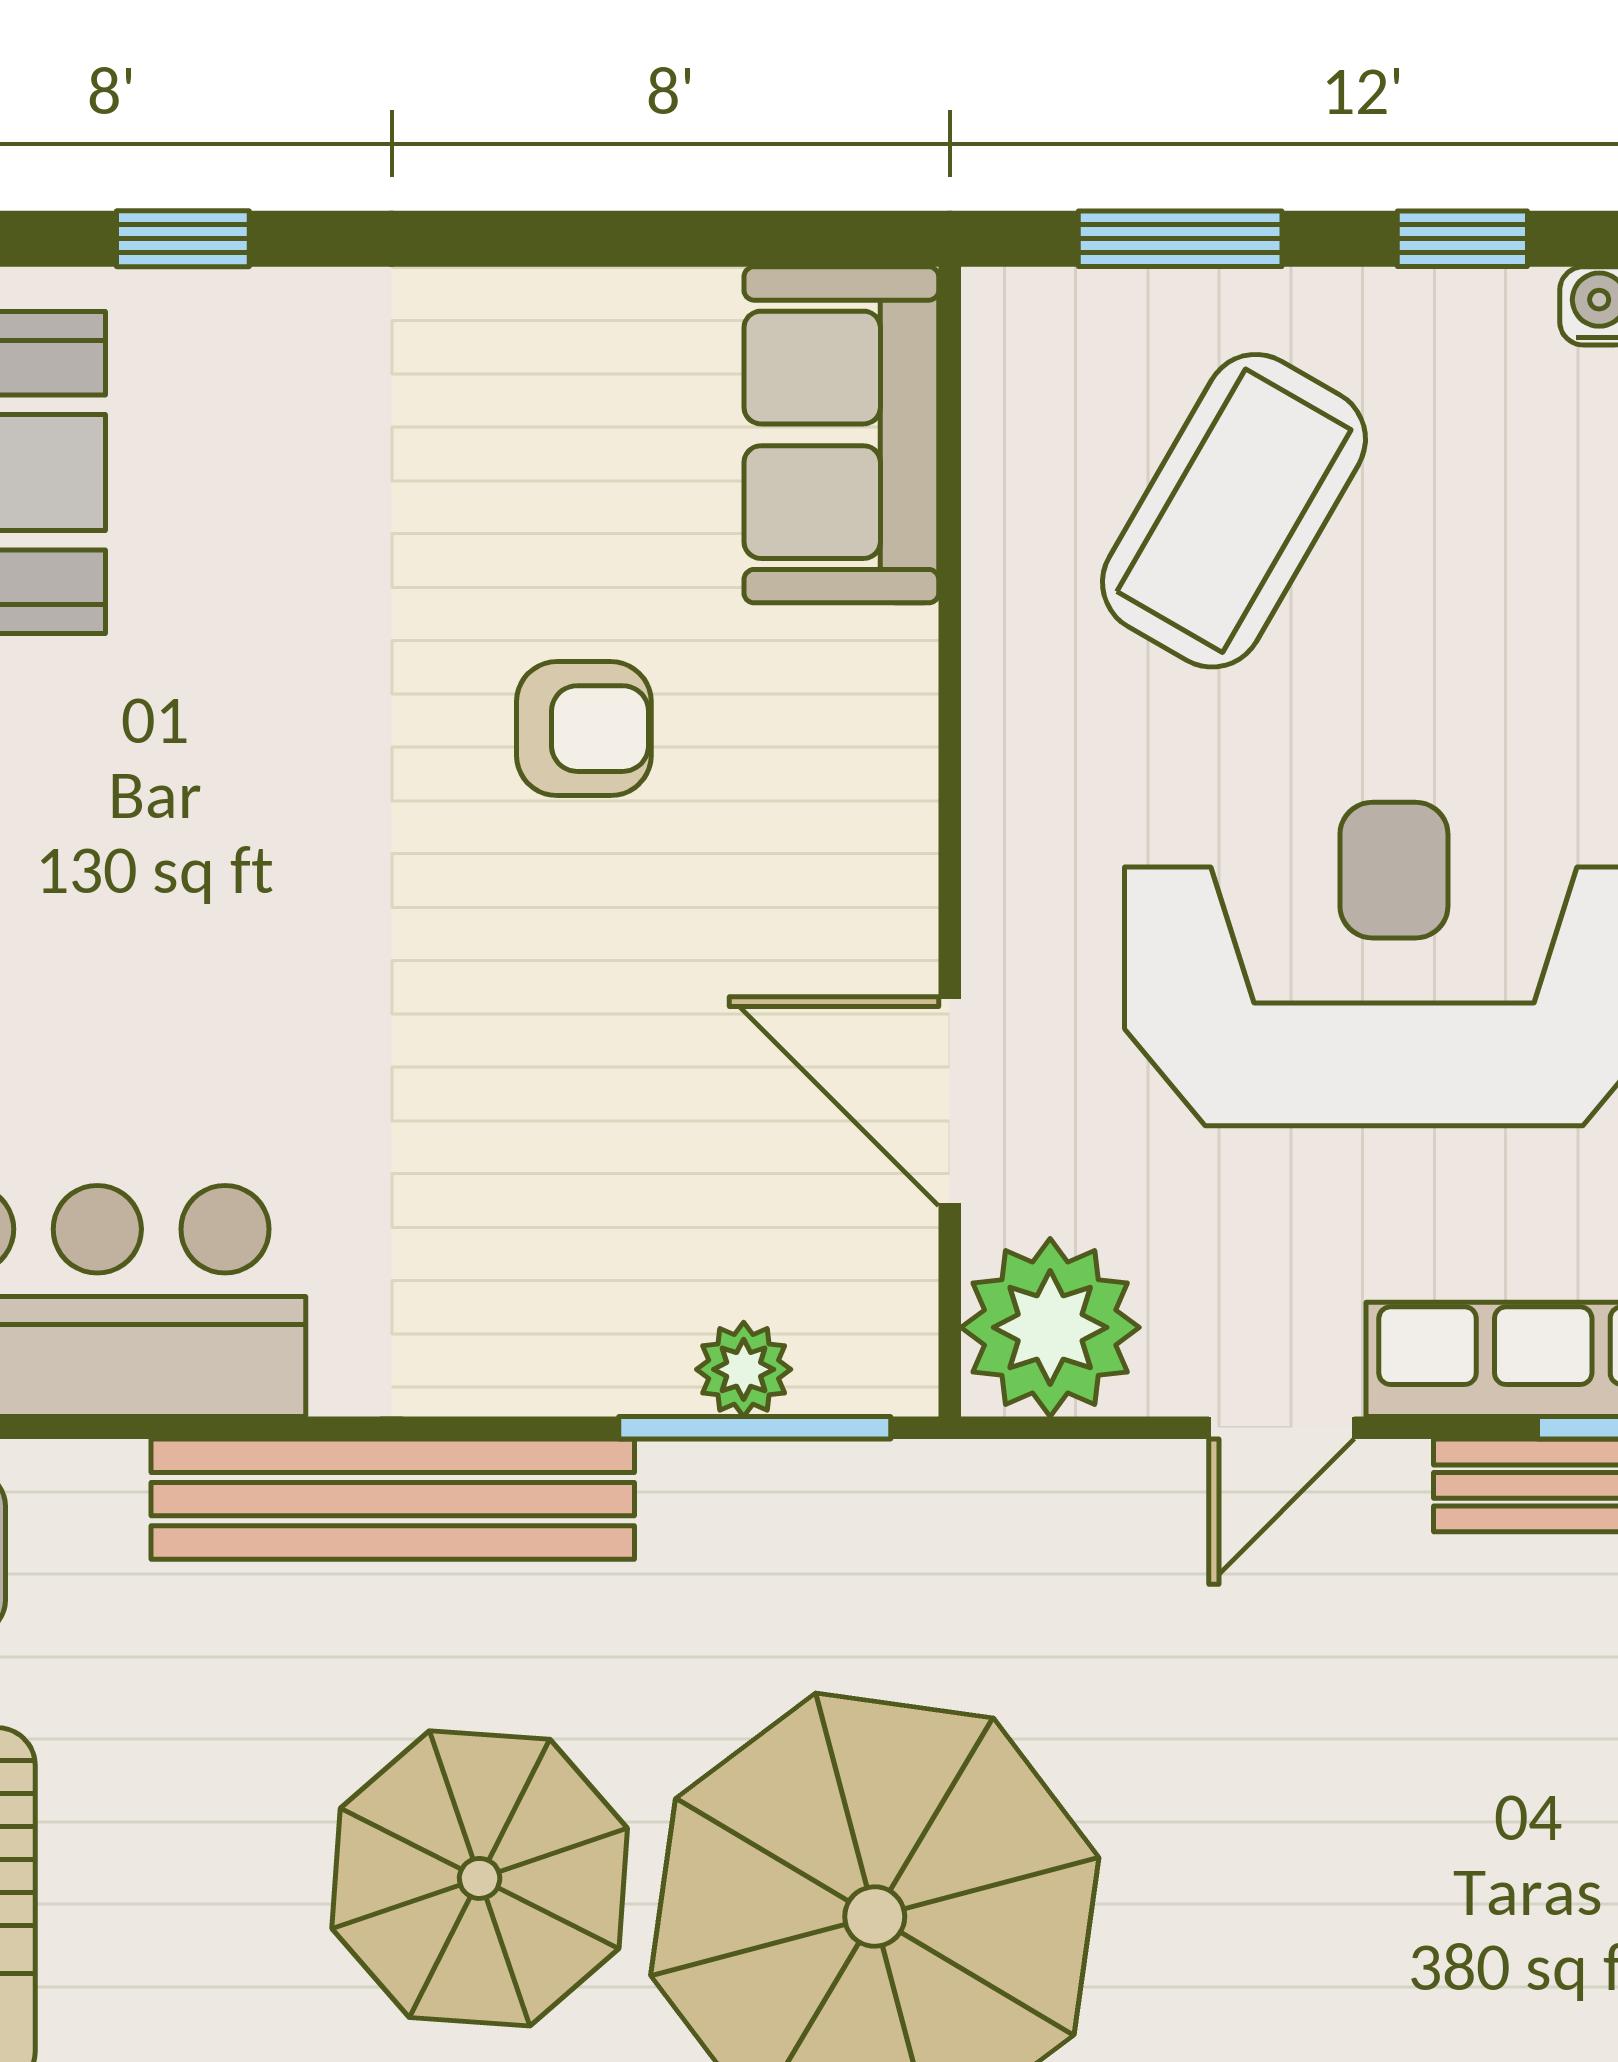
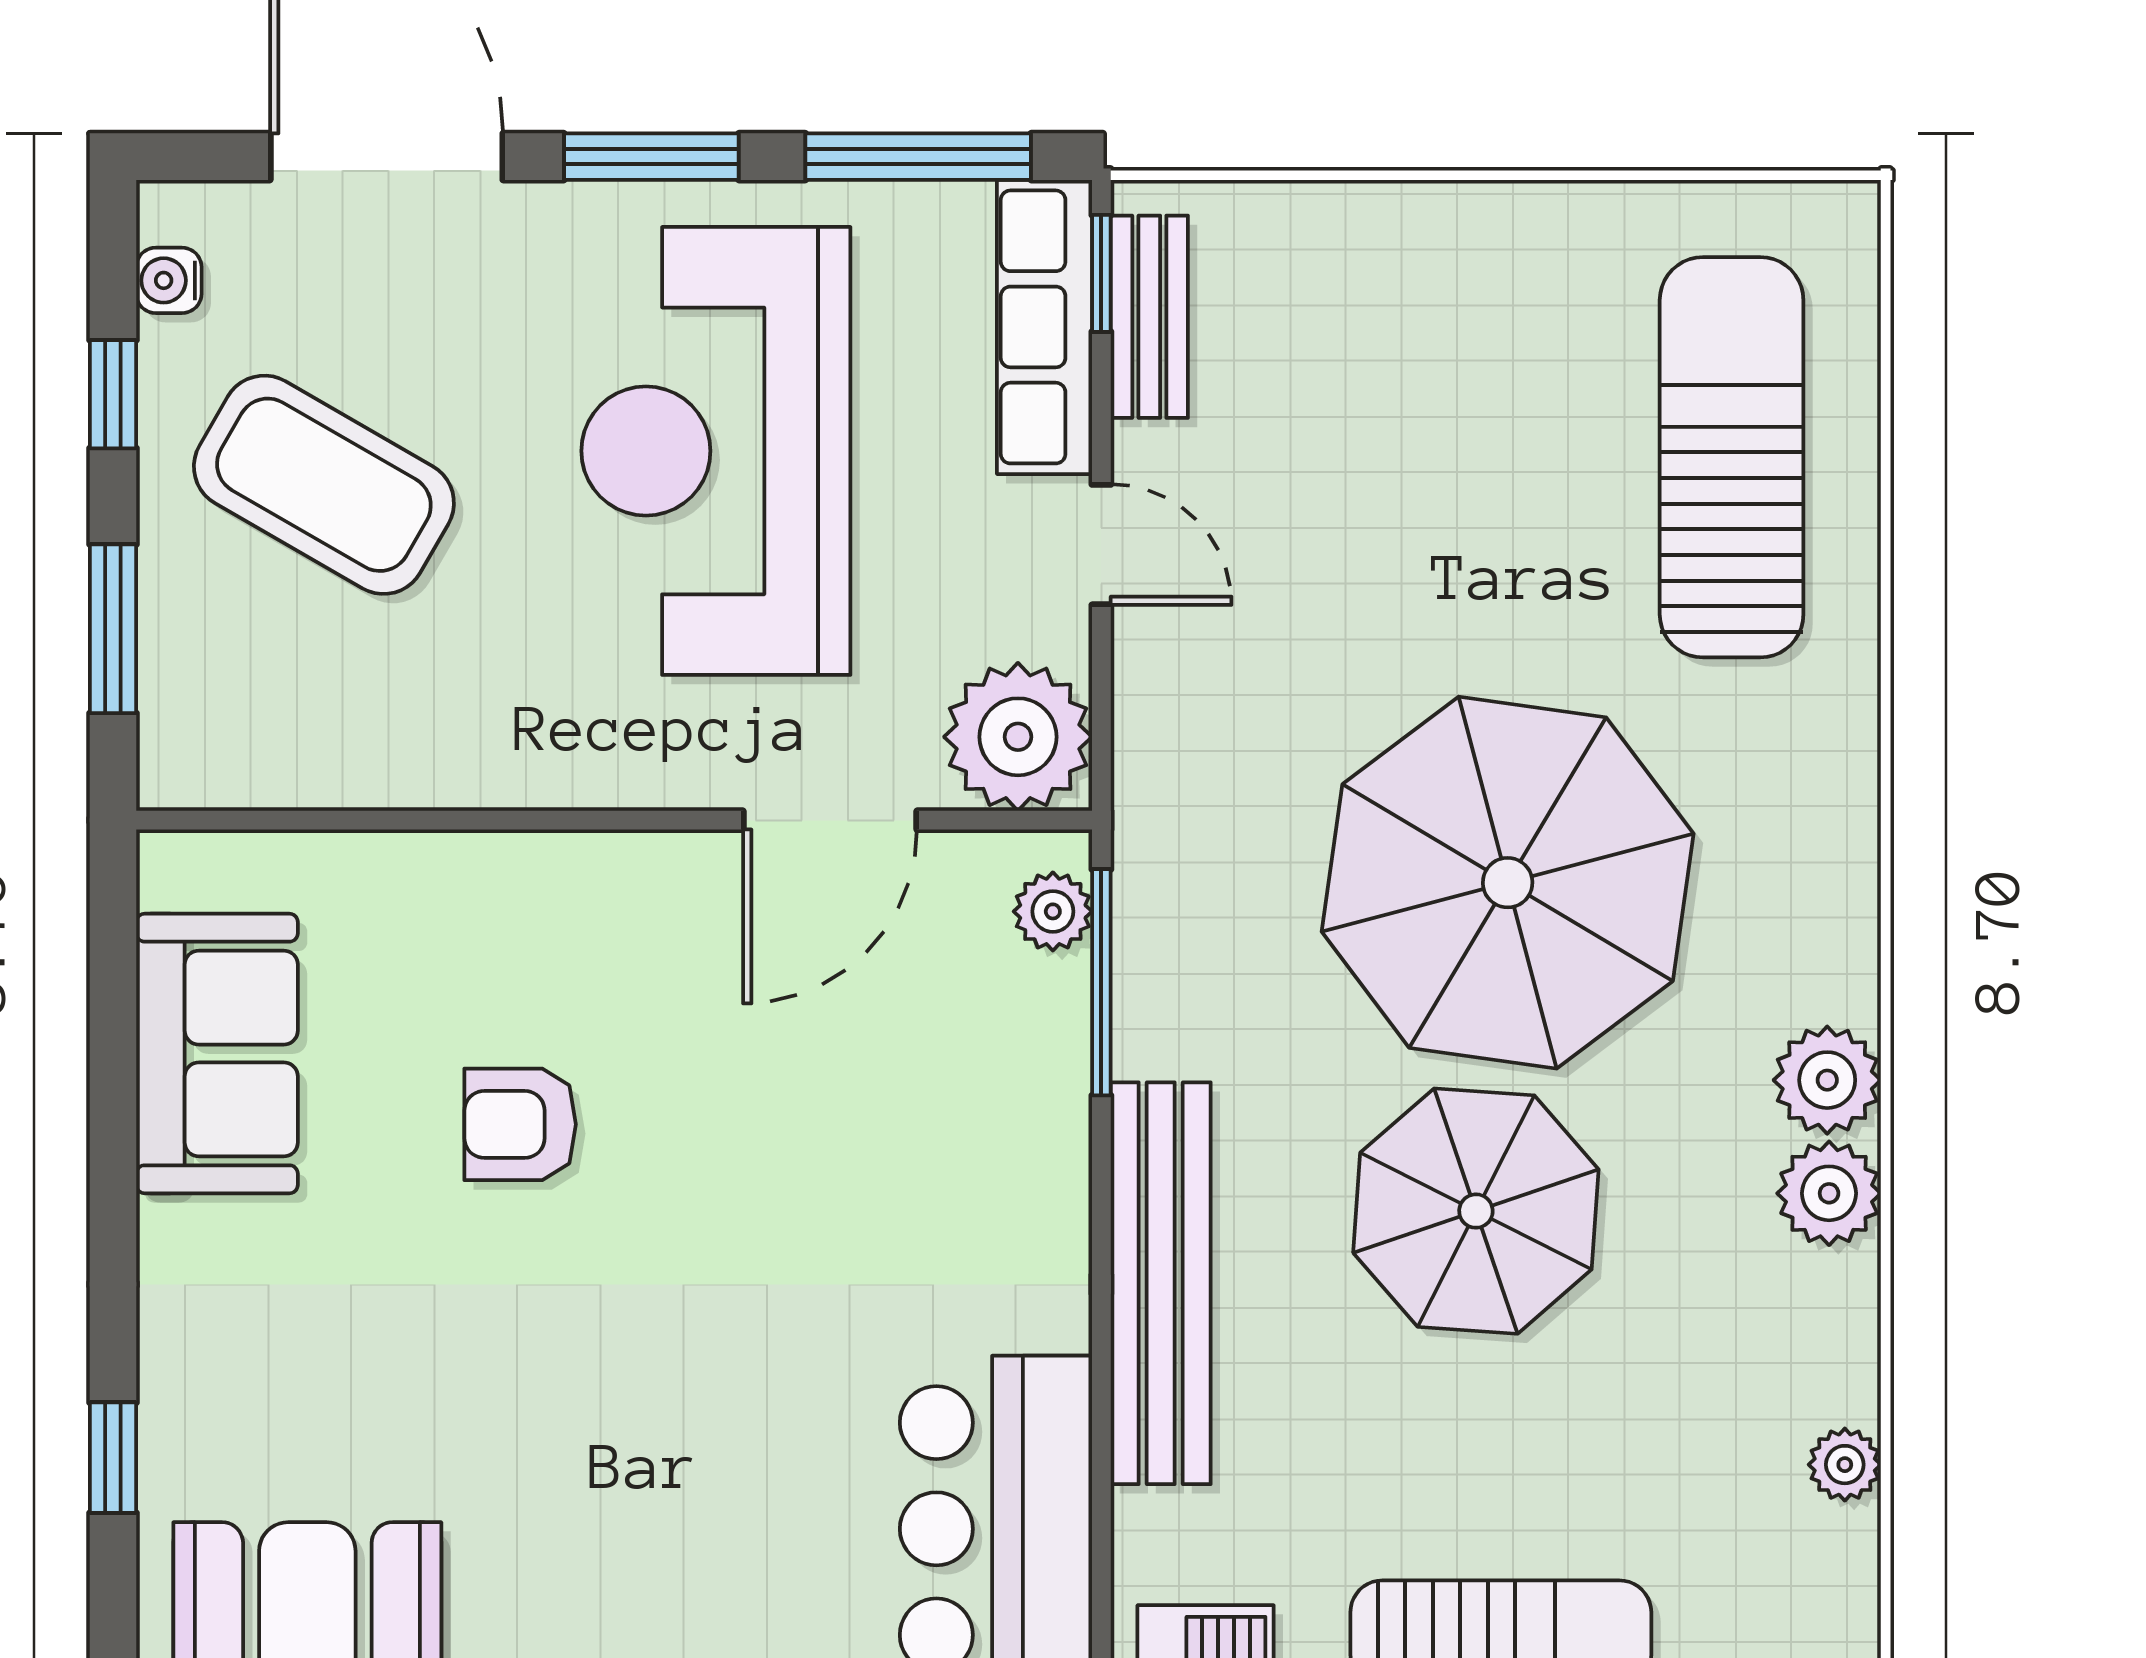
sofa: (841, 435) -> (217, 1053), moved, turned -90
coffee table: (1234, 511) -> (324, 485), moved
armchair: (584, 729) -> (520, 1124), turned -90
plant: (744, 1369) -> (1053, 911), moved

